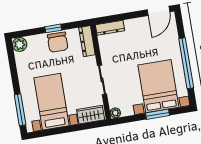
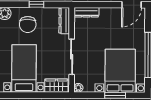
chair: (58, 42) -> (28, 24), moved
sliding door: (102, 80) -> (72, 57), width x1.37

